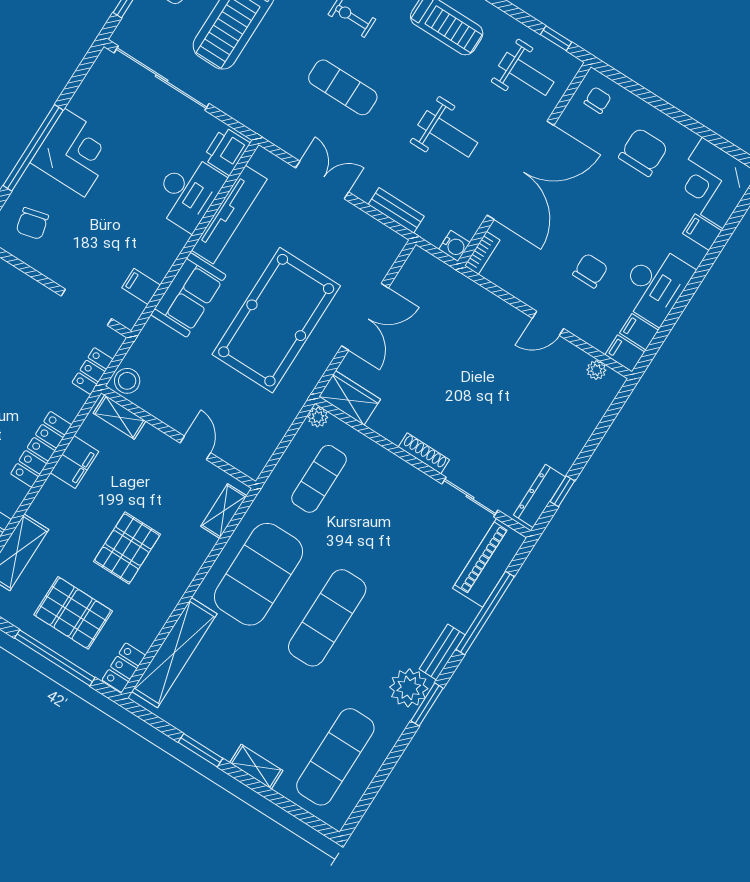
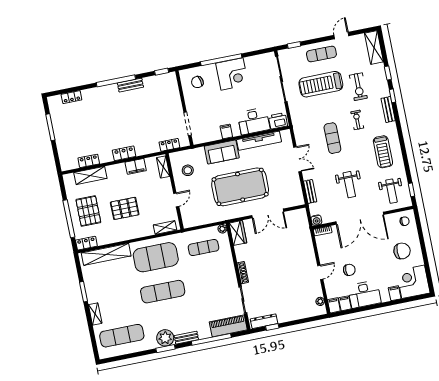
filing cabinet: (141, 286) -> (226, 131), moved
door: (548, 323) -> (320, 272), swing flipped
stool: (127, 381) -> (188, 170), moved
locker: (41, 449) -> (124, 153), width x0.66

